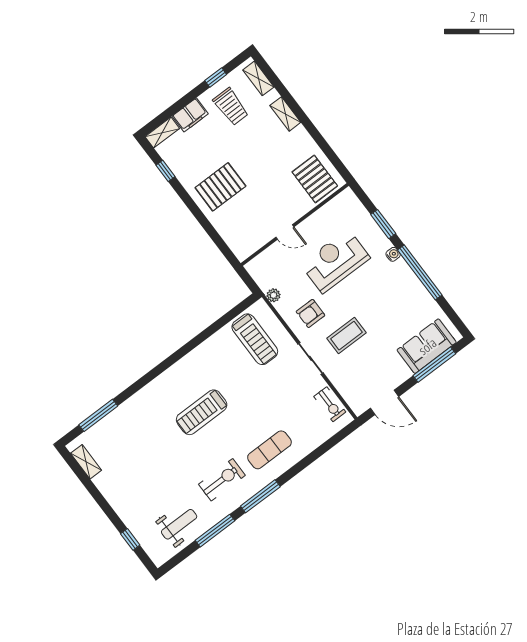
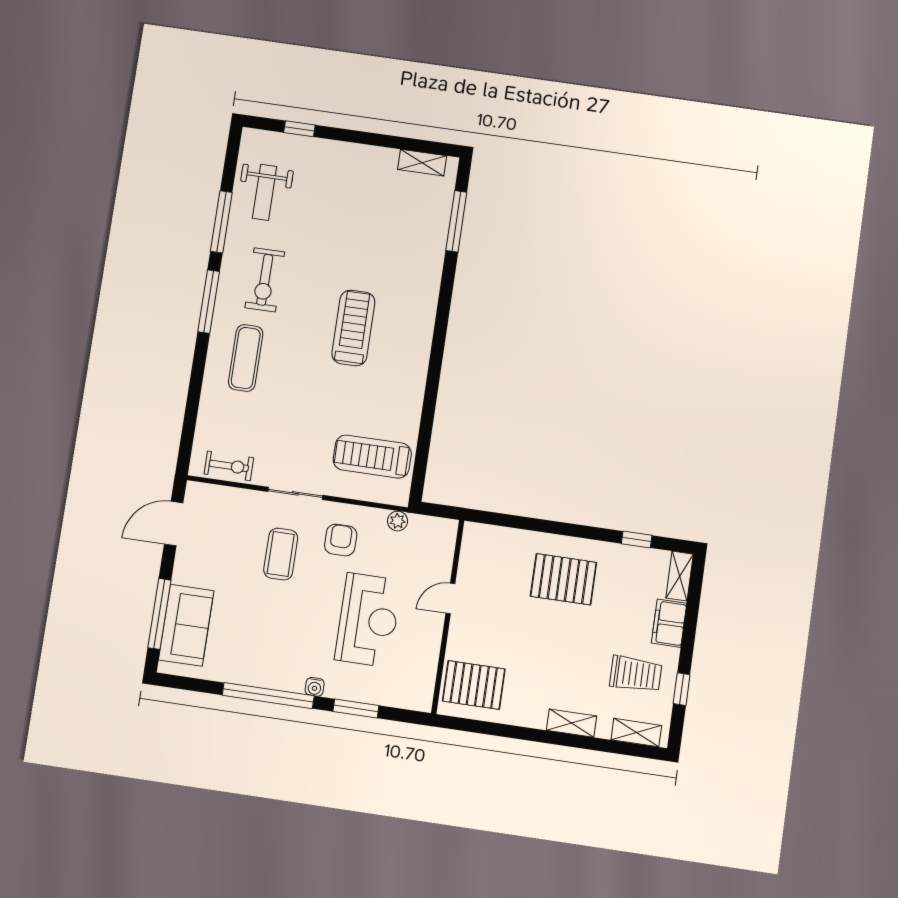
trolley: (231, 107) -> (636, 674), turned 180
pallet: (220, 187) -> (563, 579), turned 90
exercise bike: (330, 404) -> (229, 466), turned 180

